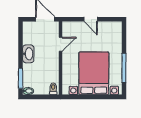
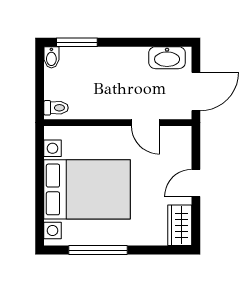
wardrobe: (112, 27) -> (180, 225), added
washbasin: (28, 54) -> (167, 58), moved

